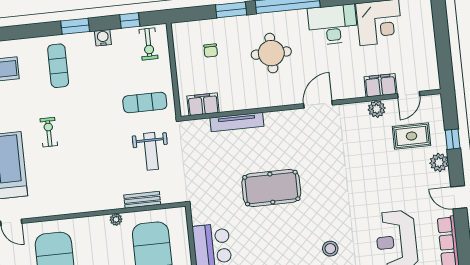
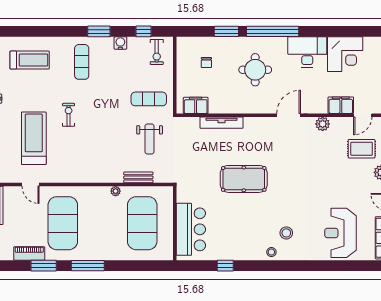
plant: (377, 109) -> (323, 124), moved

